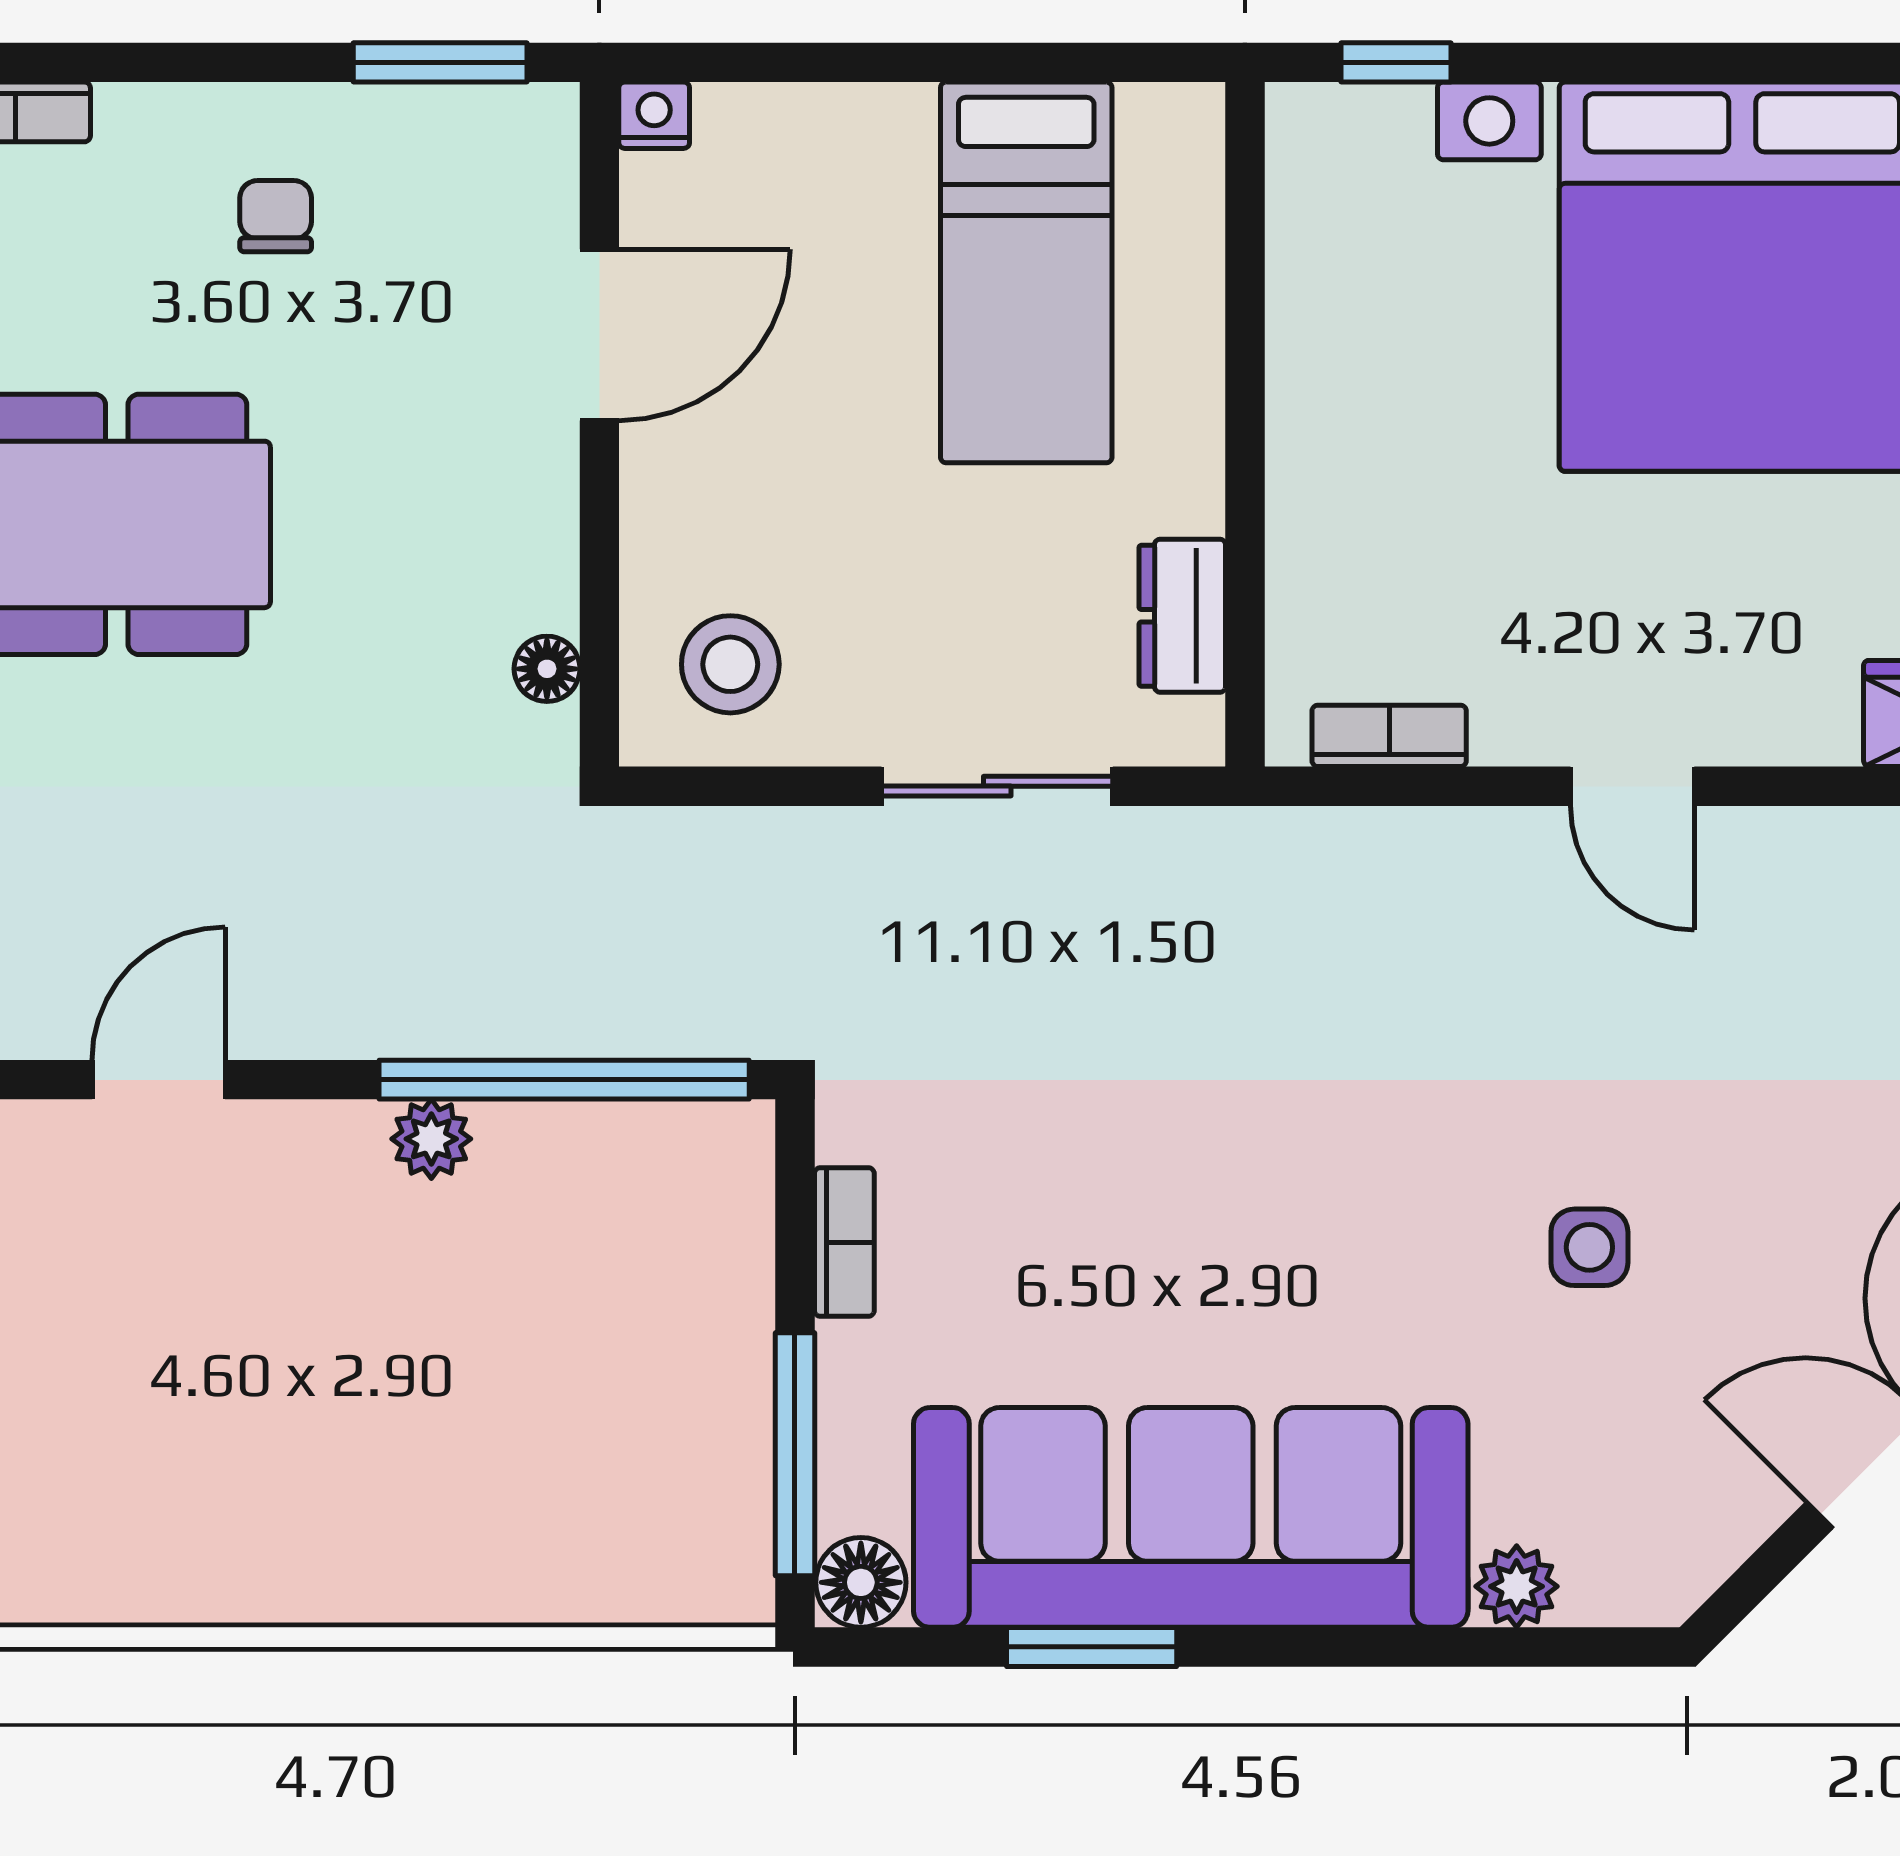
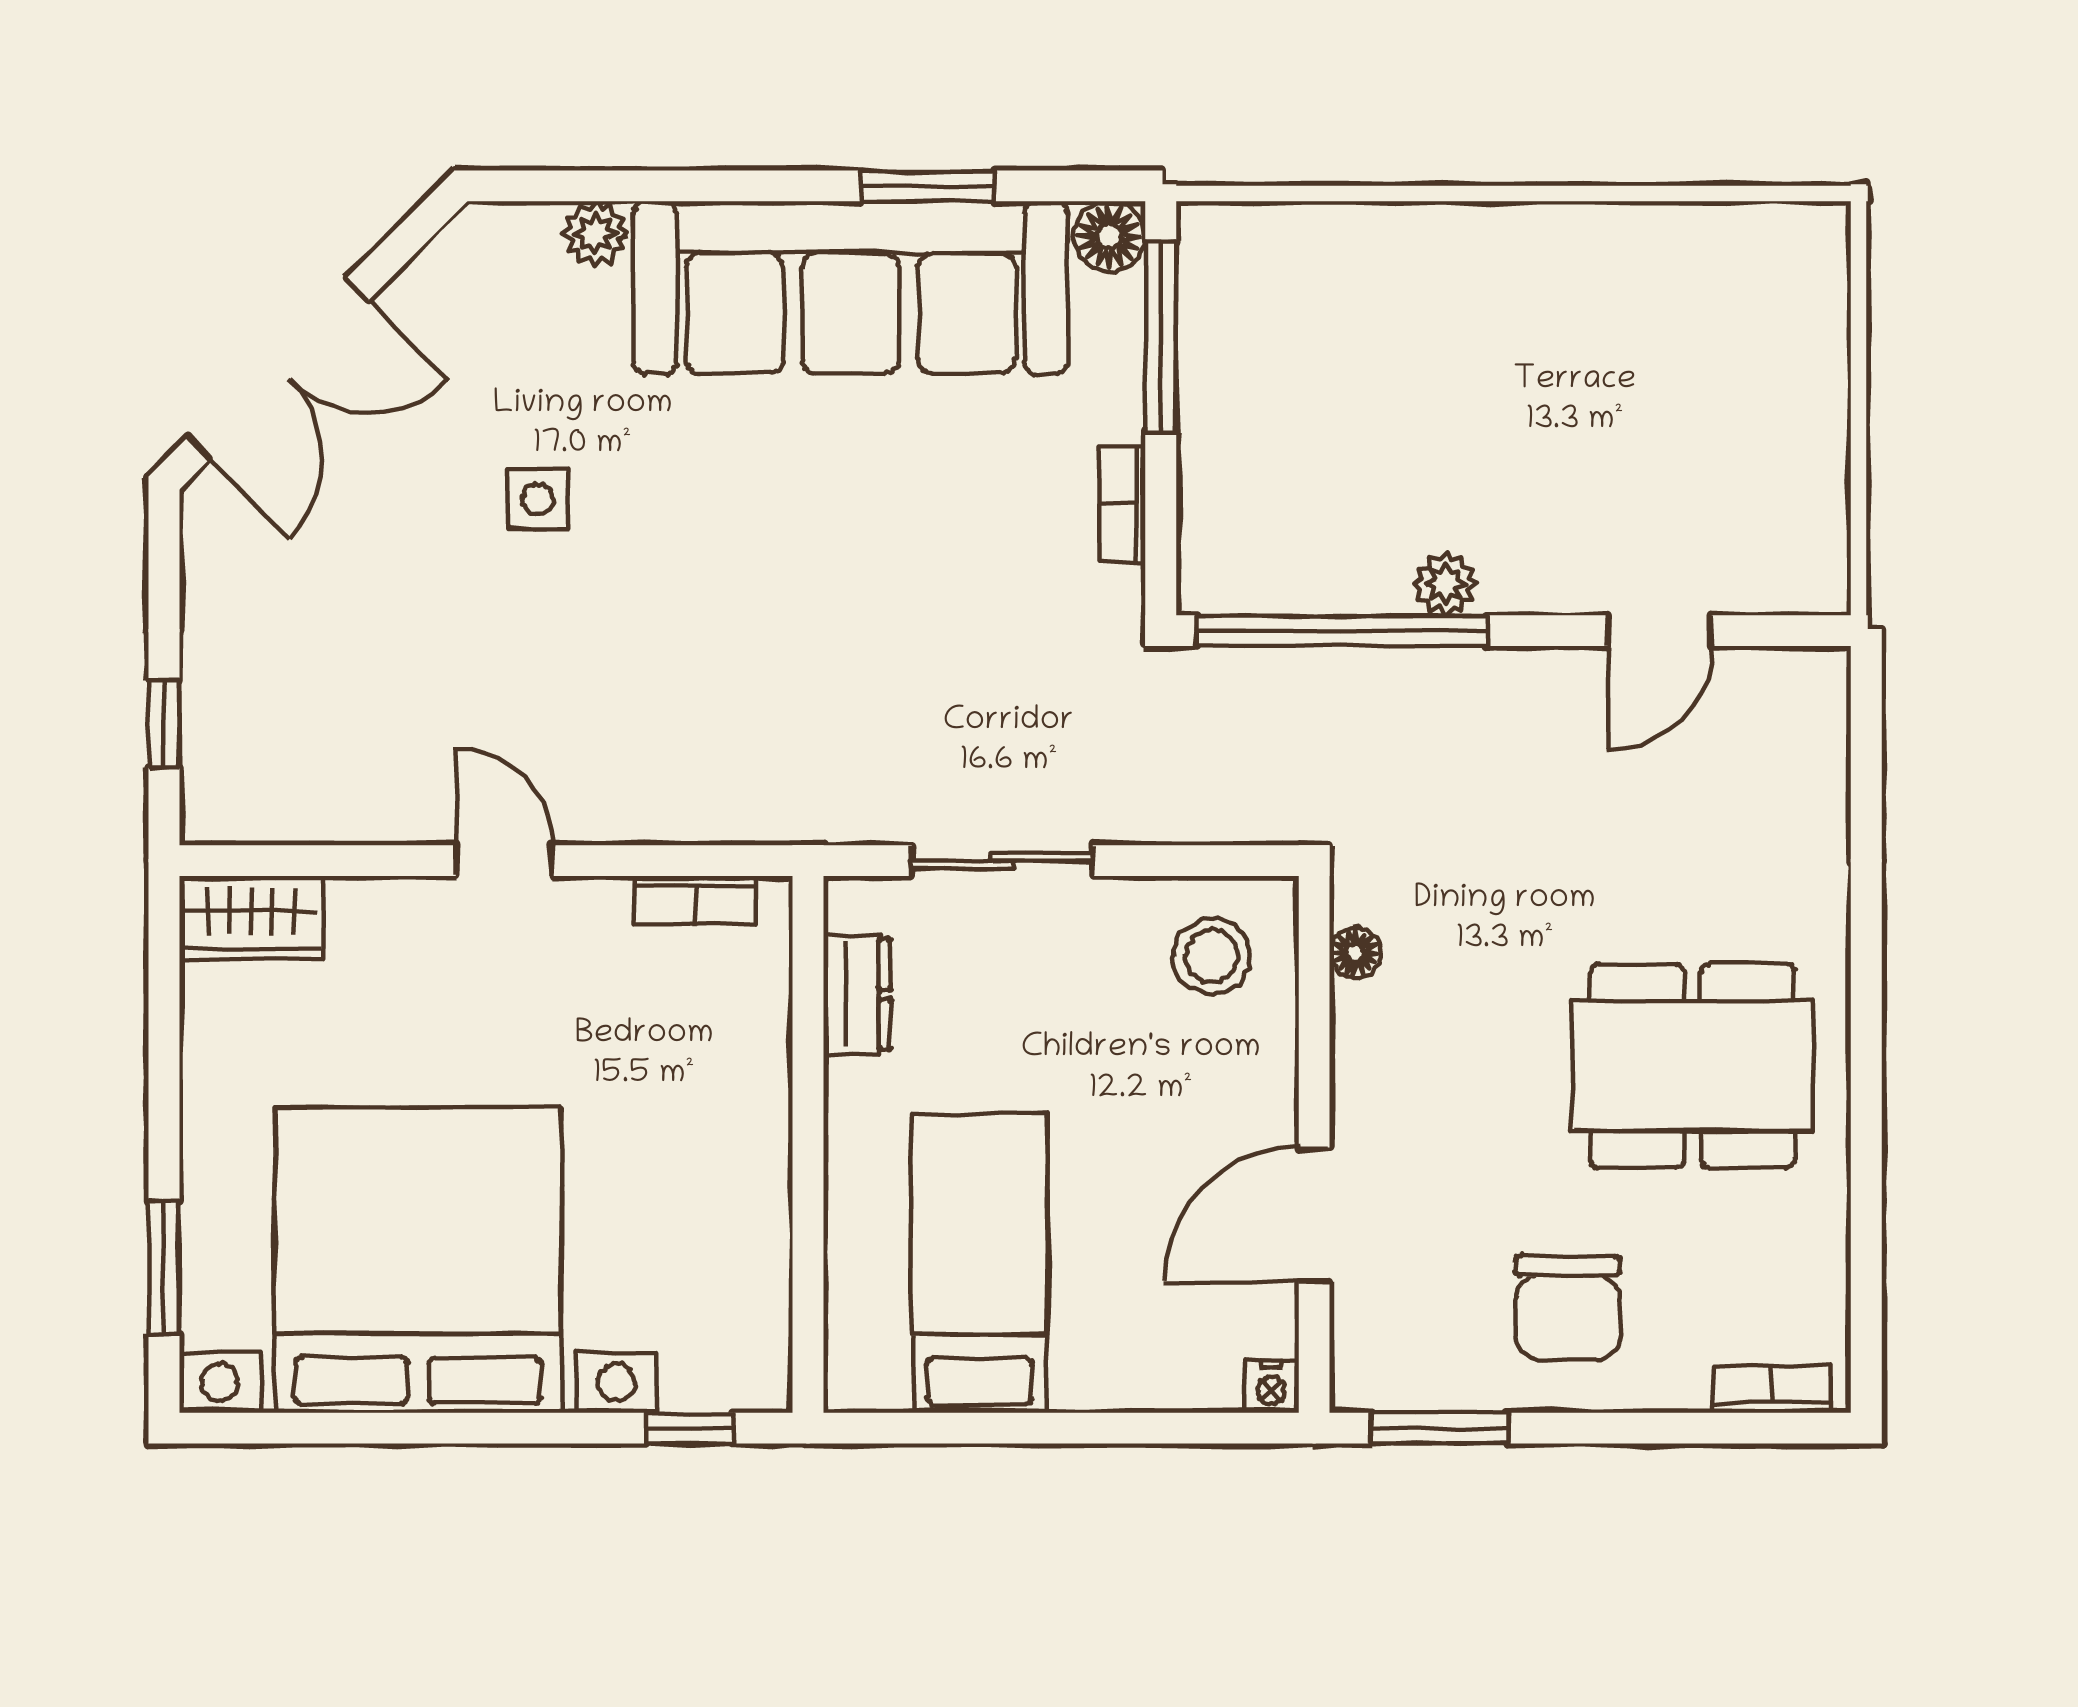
chair: (276, 216) -> (1568, 1308), width x1.87, depth x1.87

